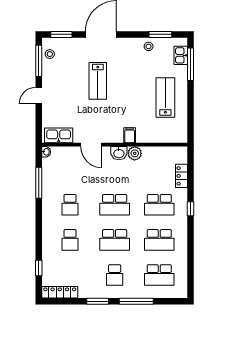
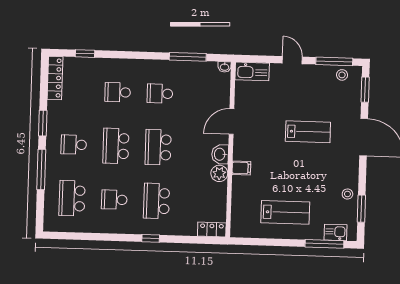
lab bench: (98, 81) -> (308, 132), turned 180
kitchen sink: (59, 135) -> (252, 71), moved, turned 90
locker: (182, 176) -> (212, 230), moved
school desk: (159, 240) -> (114, 200), width x0.54

